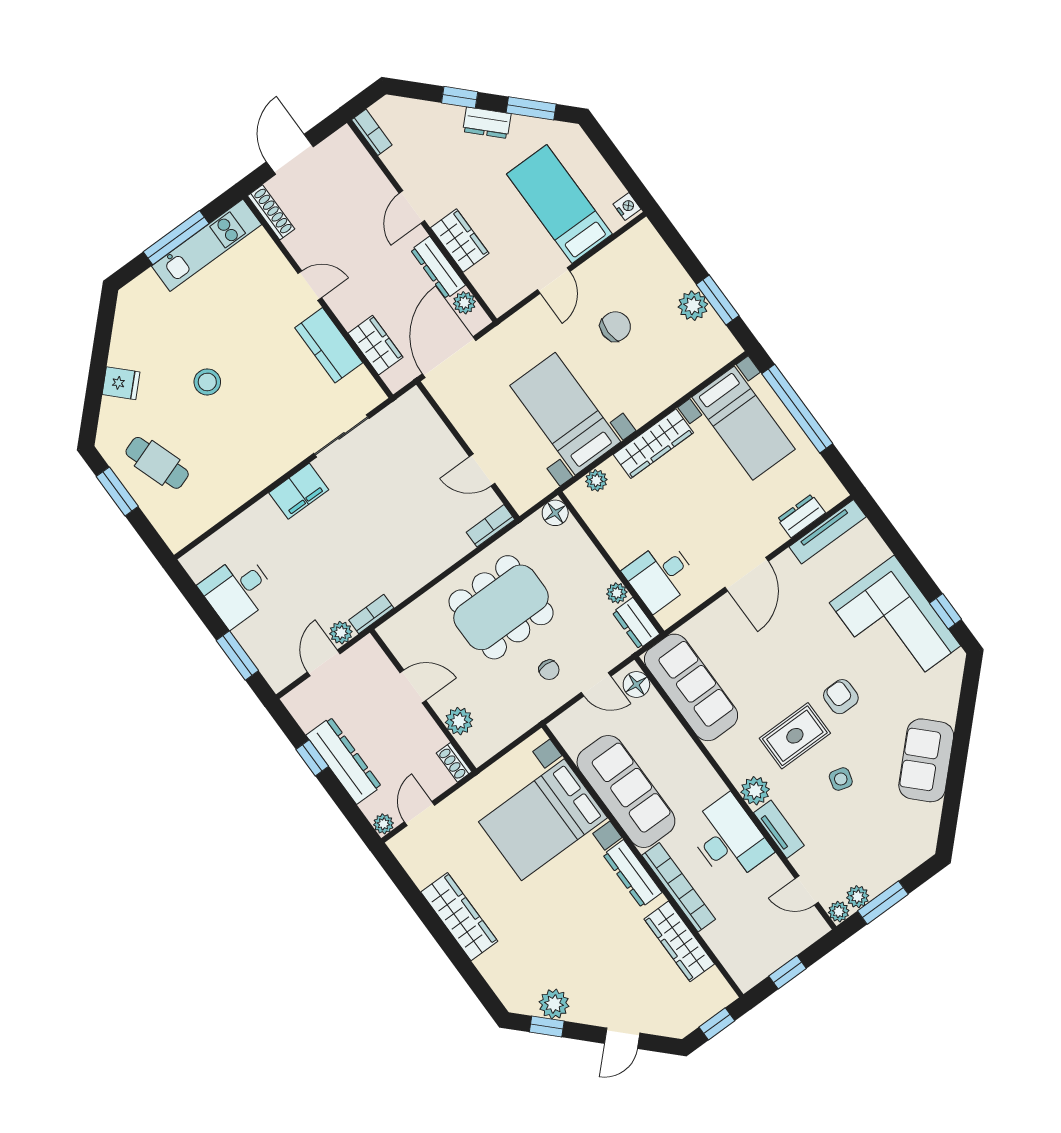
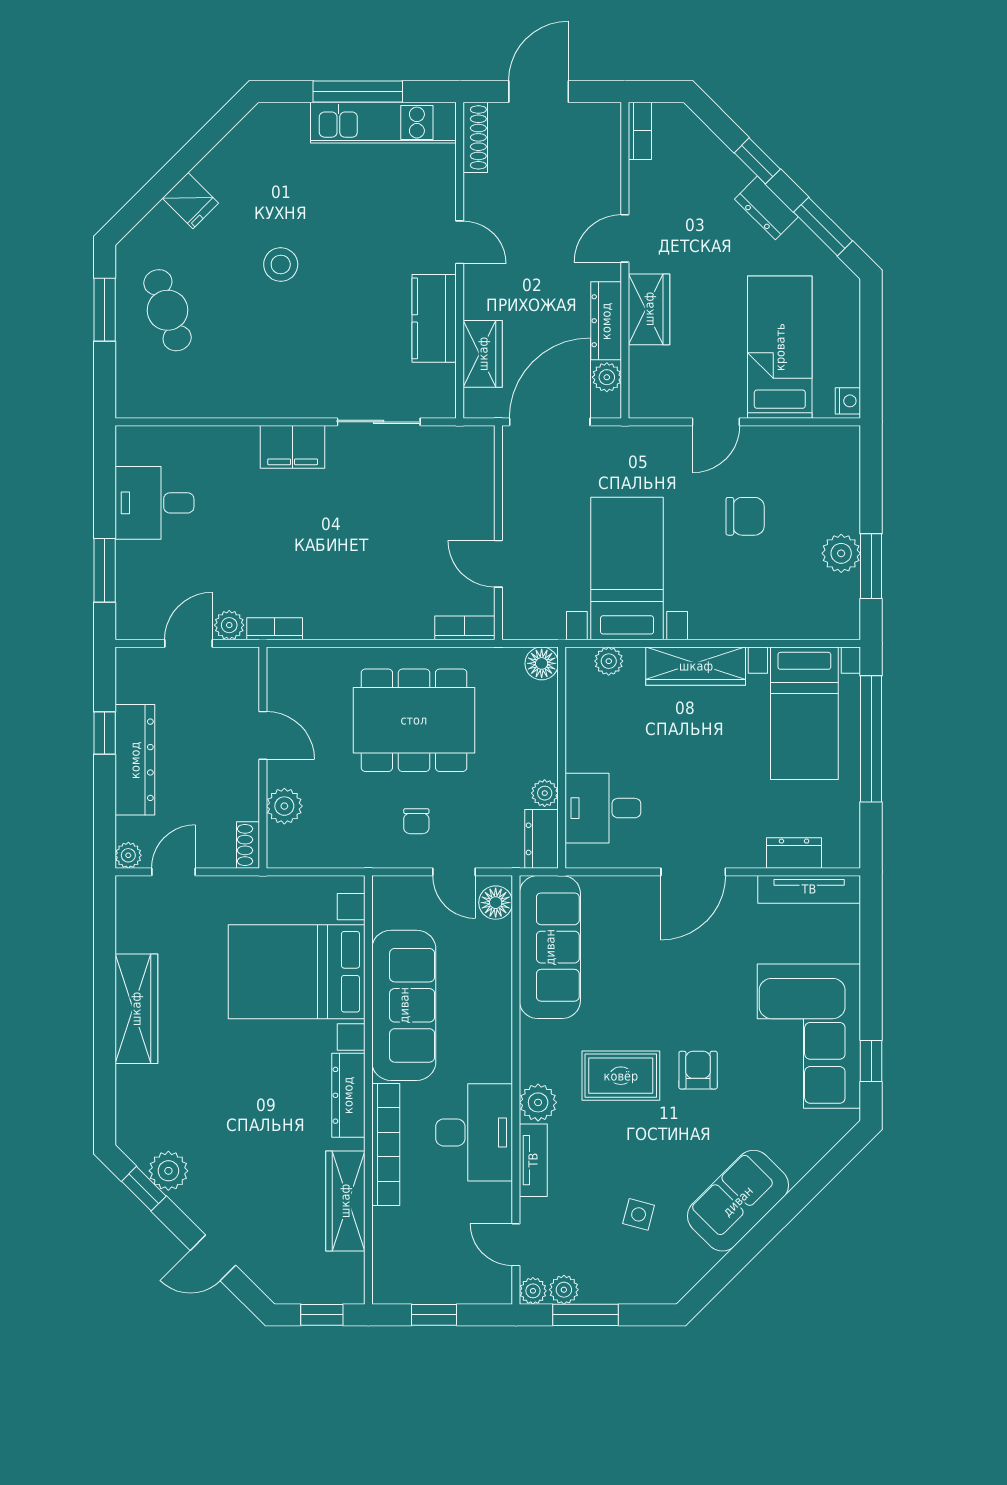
side table: (841, 779) -> (639, 1214), moved

